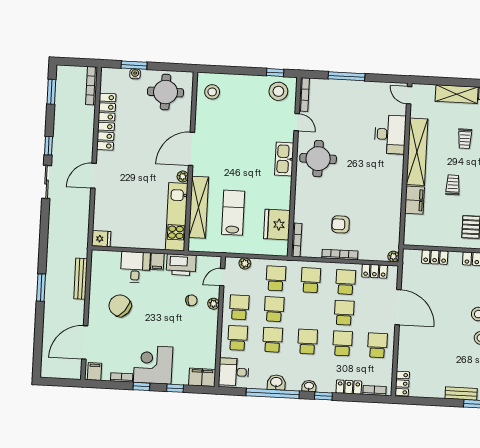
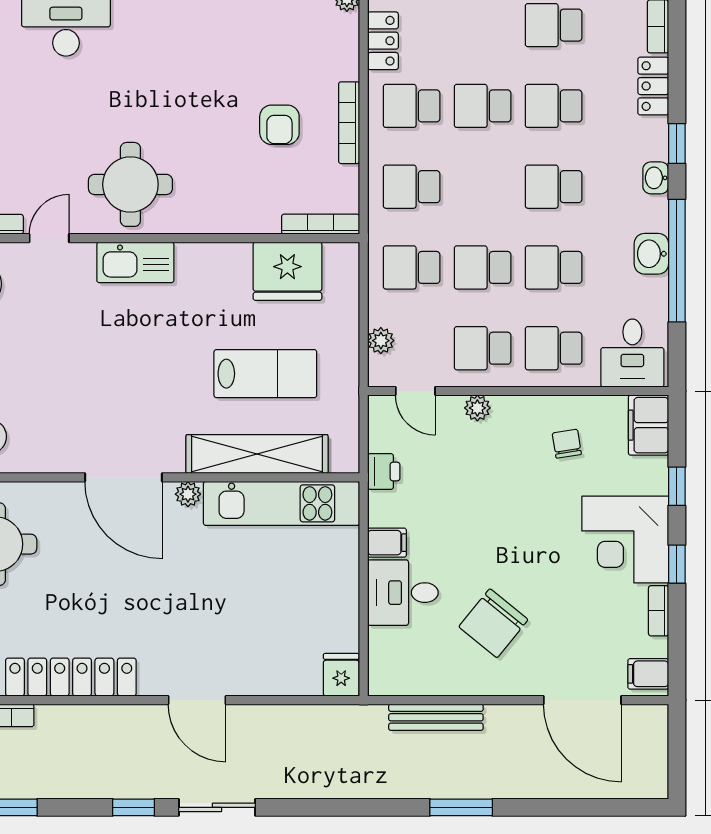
lab bench: (233, 213) -> (265, 374), turned 180
printer: (181, 265) -> (384, 471), width x0.53, depth x0.68
chair: (191, 300) -> (567, 444), moved

